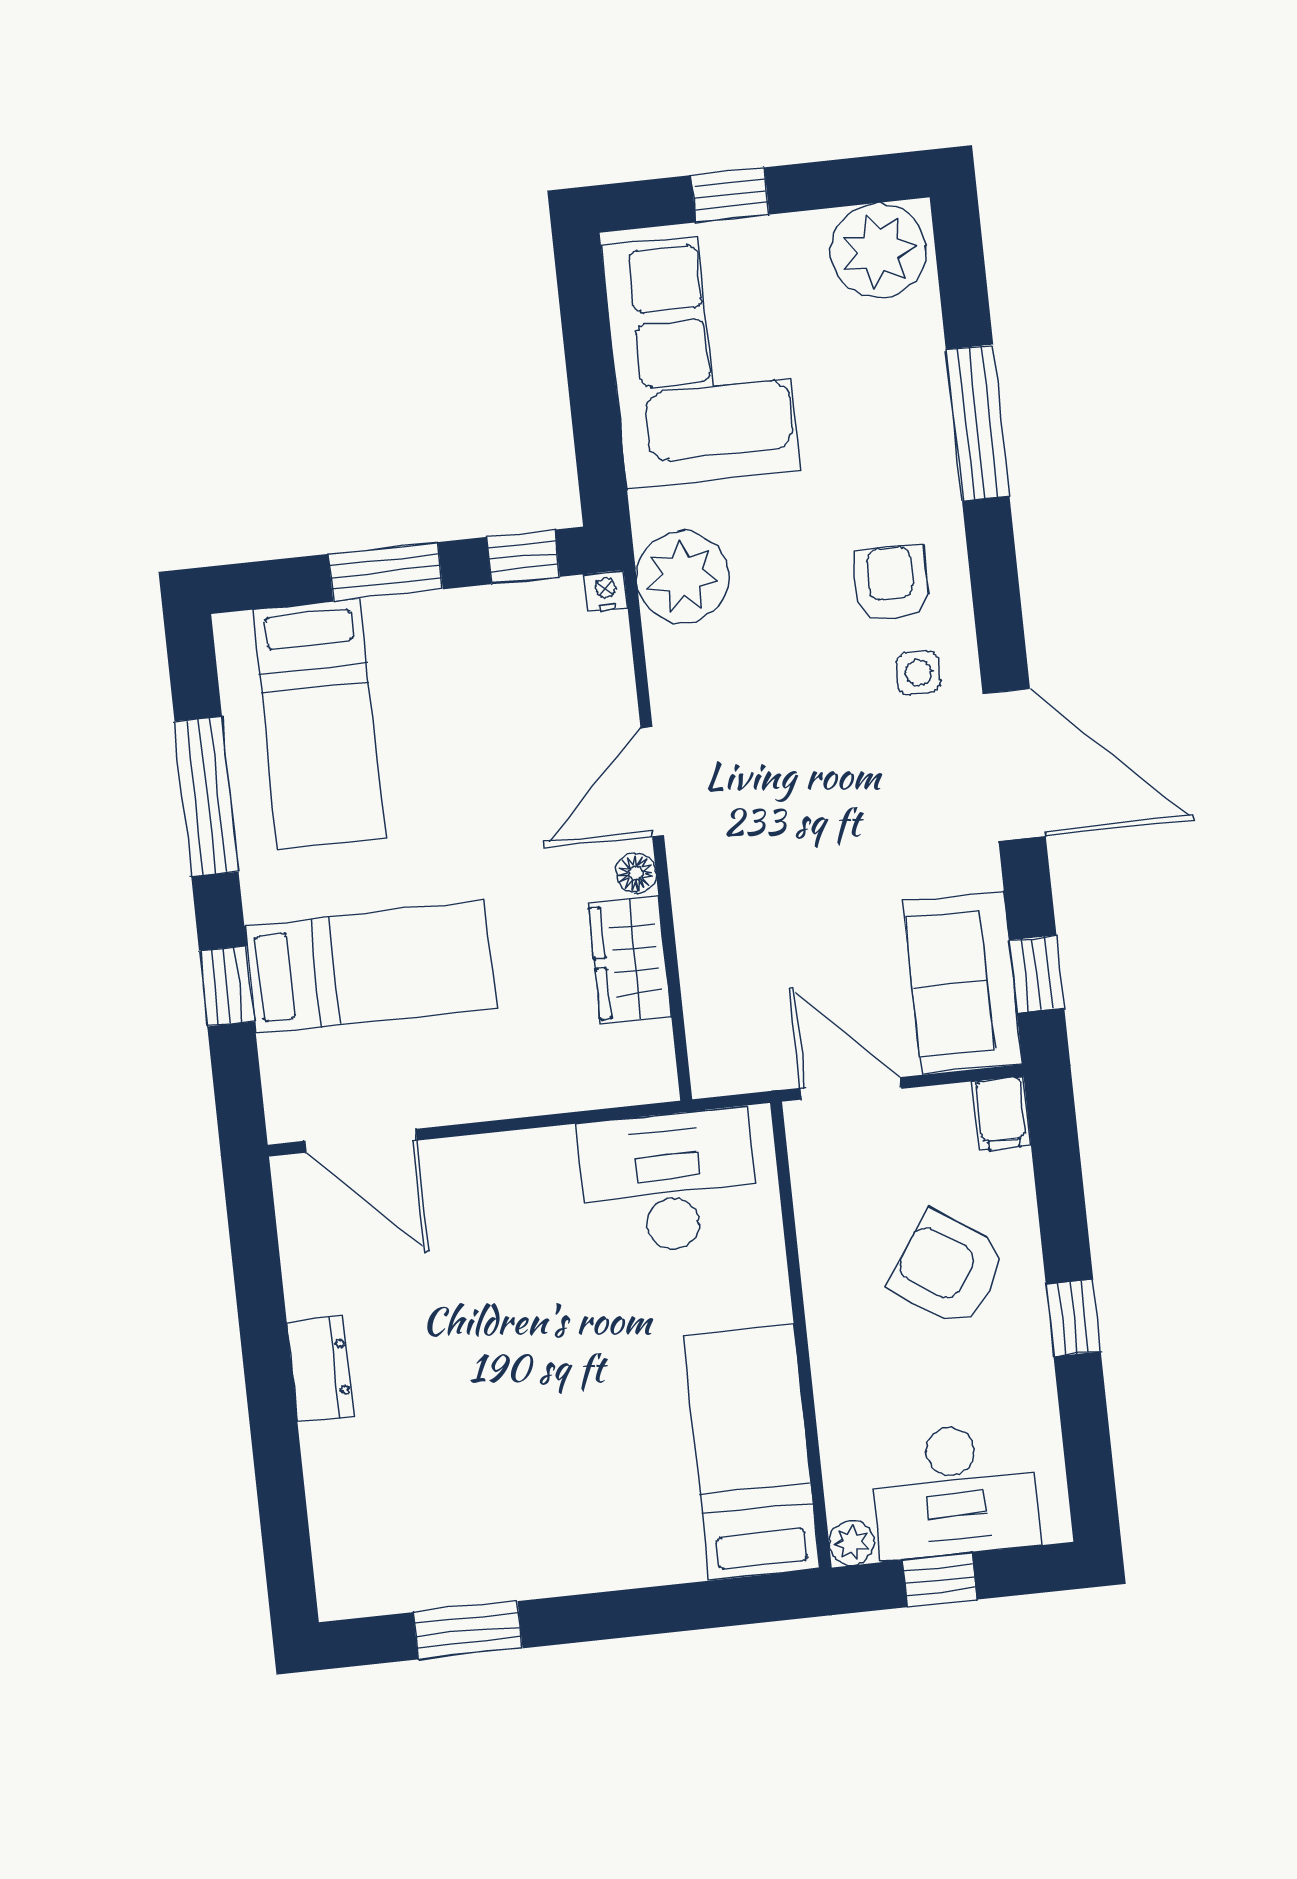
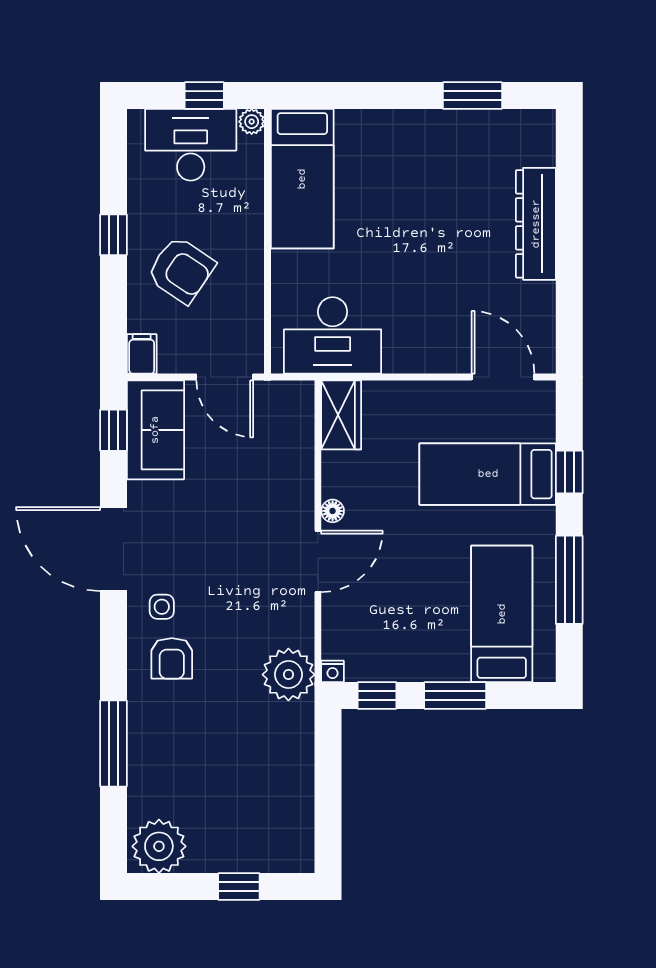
corner sofa: (701, 358) -> (265, 796), removed
wardrobe: (630, 960) -> (341, 415), moved
dresser: (320, 1369) -> (536, 224), width x1.96, depth x1.24

